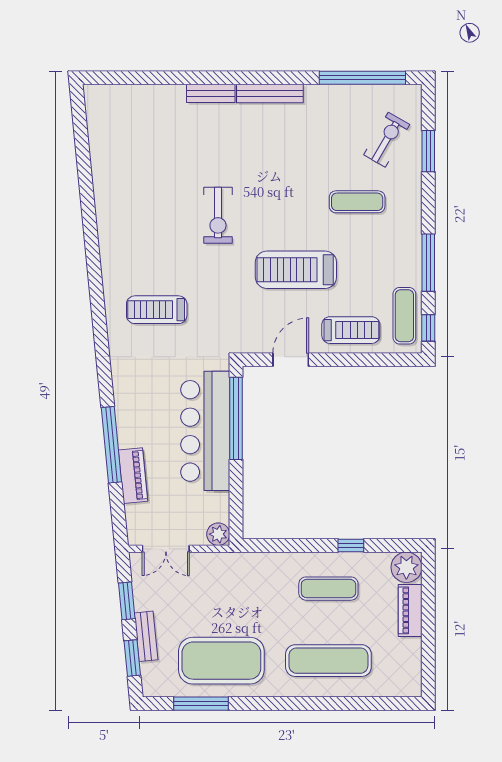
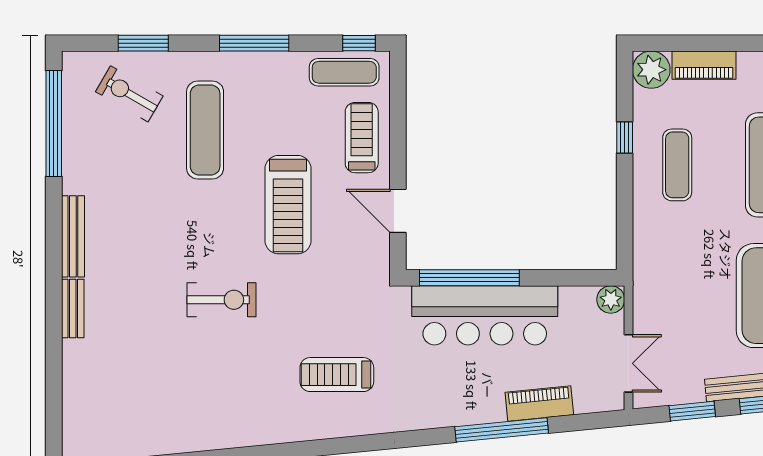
exercise mat: (357, 202) -> (205, 130), width x1.36, depth x1.45
window: (428, 263) -> (254, 43), moved
treadmill: (157, 310) -> (337, 375), turned 90

